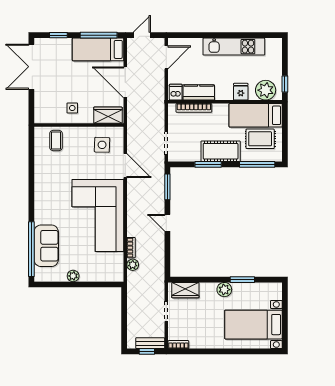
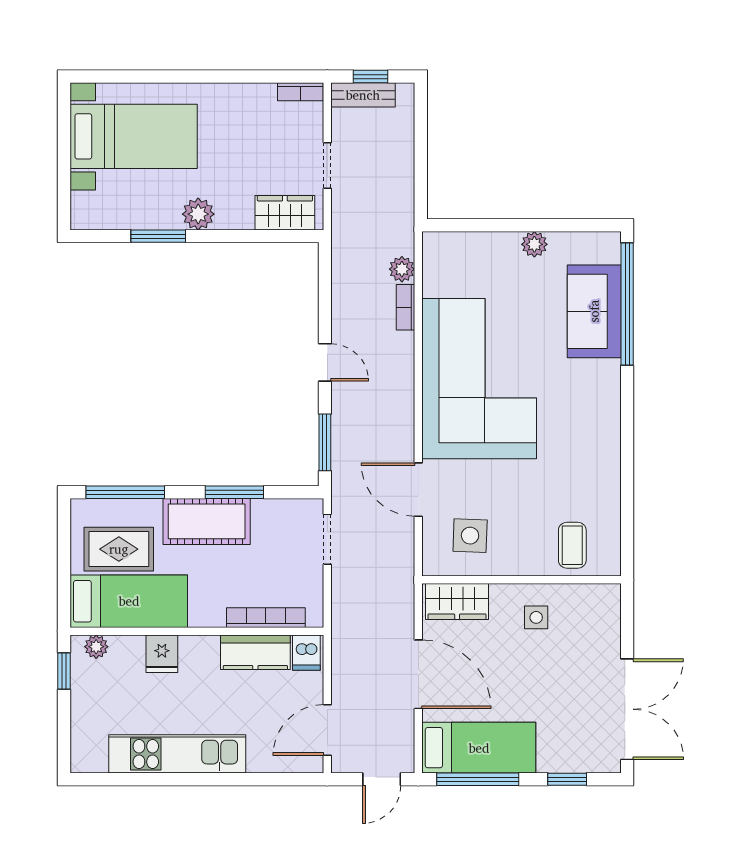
plant: (266, 90) -> (96, 647), width x0.53, depth x0.53

